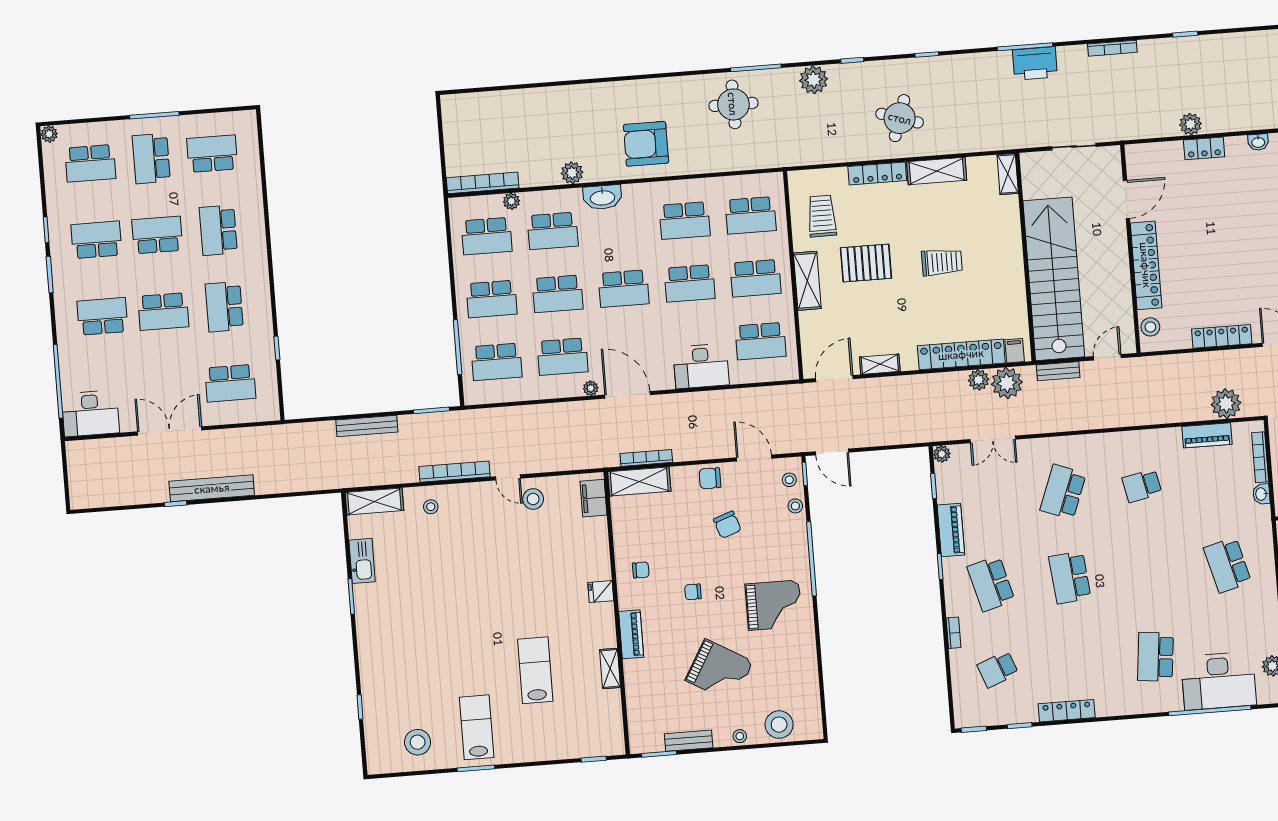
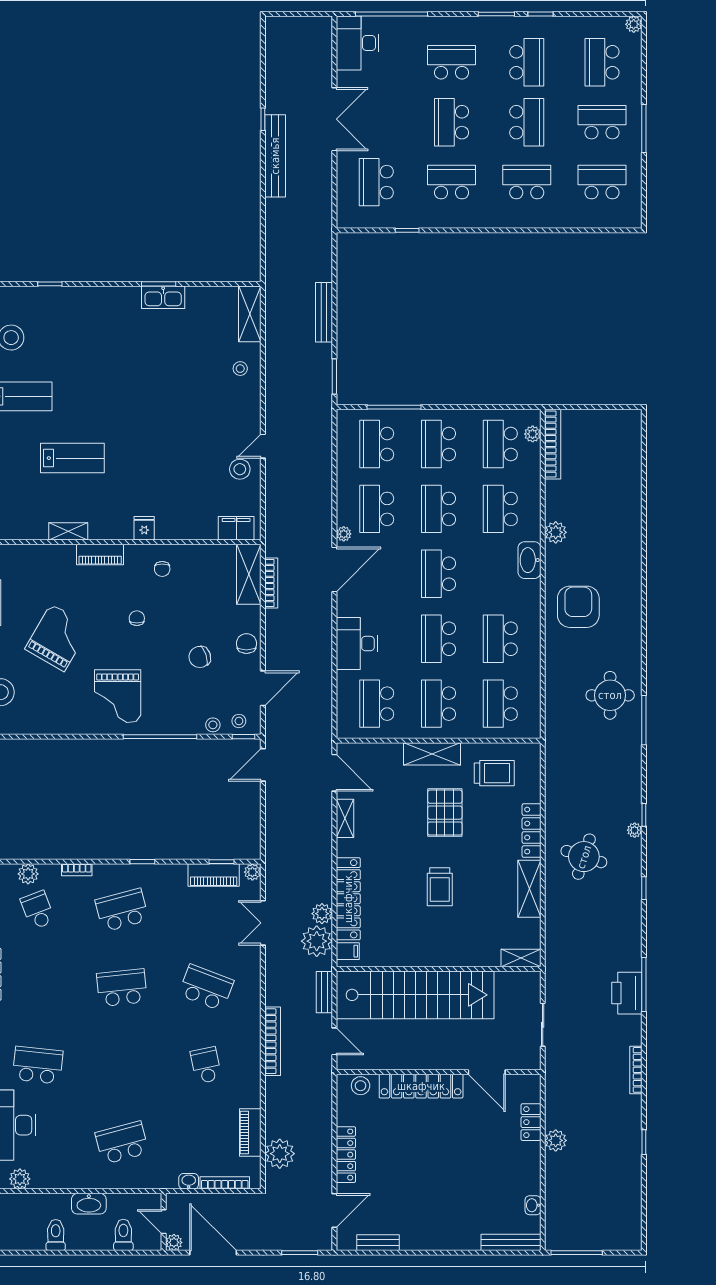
plant: (814, 80) -> (635, 830), moved, width x0.53, depth x0.53
locker: (1204, 148) -> (531, 1122), moved
school desk: (212, 154) -> (602, 182), turned -90
plant: (511, 201) -> (533, 434), moved
school desk: (102, 316) -> (452, 62), turned -90
bookcase: (454, 472) -> (273, 1041), moved
piano: (951, 530) -> (214, 875), moved
kitchen sink: (362, 561) -> (163, 297), moved
grand piano: (719, 671) -> (58, 638), turned 180
plant: (962, 682) -> (28, 874), added

